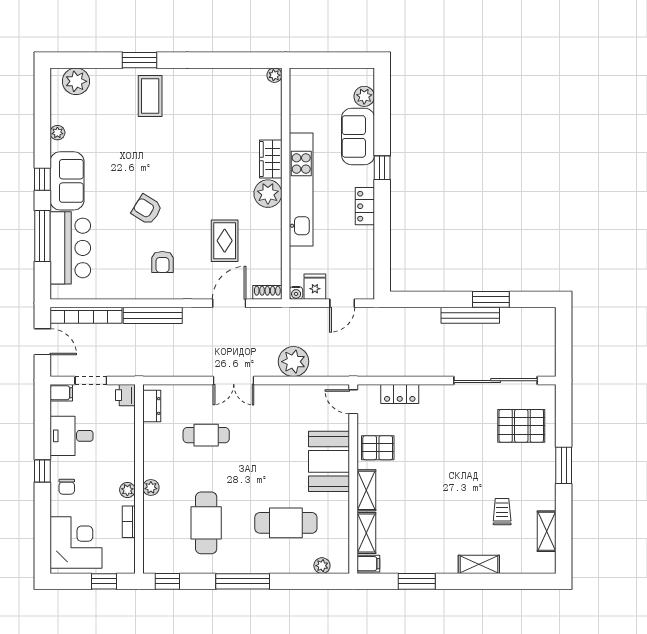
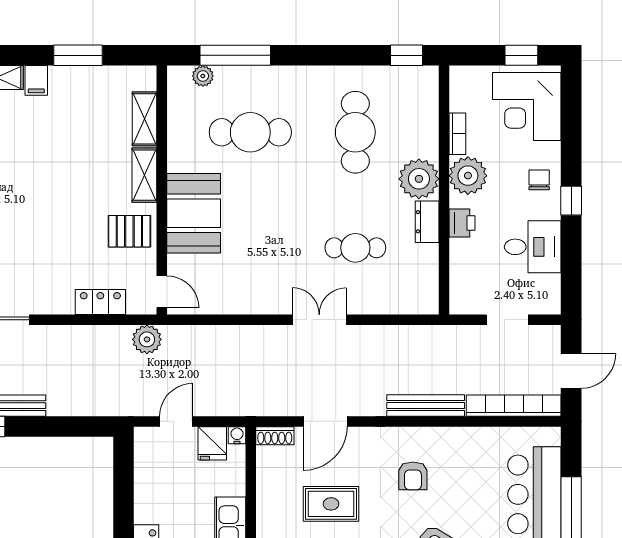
rug: (225, 241) -> (331, 504), turned 90
armchair: (162, 262) -> (413, 476), turned 180
door: (42, 342) -> (571, 371), swing flipped
plant: (293, 362) -> (147, 339), moved, width x0.73, depth x0.73
filing cabinet: (61, 393) -> (546, 304), removed
printer: (125, 395) -> (462, 223), moved
dresser: (152, 406) -> (427, 222), moved
plant: (151, 487) -> (419, 179), width x1.87, depth x1.87
plant: (127, 490) -> (468, 176), width x1.88, depth x1.88
filing cabinet: (368, 564) -> (36, 80), moved, turned -90
window: (104, 581) -> (521, 55), moved
window: (243, 581) -> (235, 55), moved

